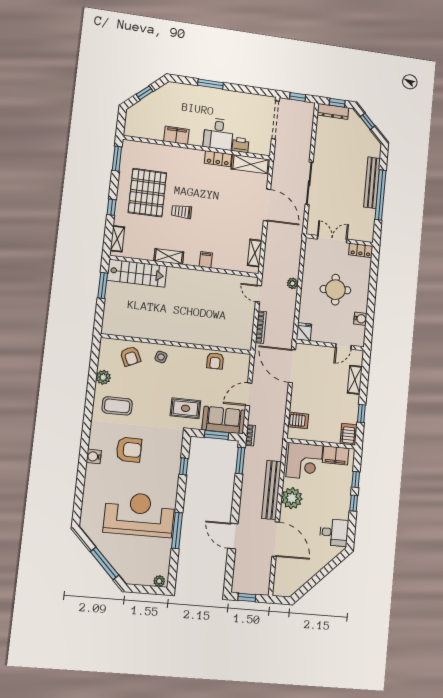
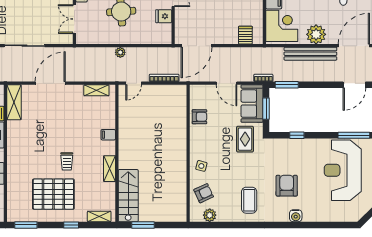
locker: (218, 159) -> (13, 133), removed
fridge: (304, 332) -> (164, 16), moved
plant: (103, 377) -> (210, 215), moved

